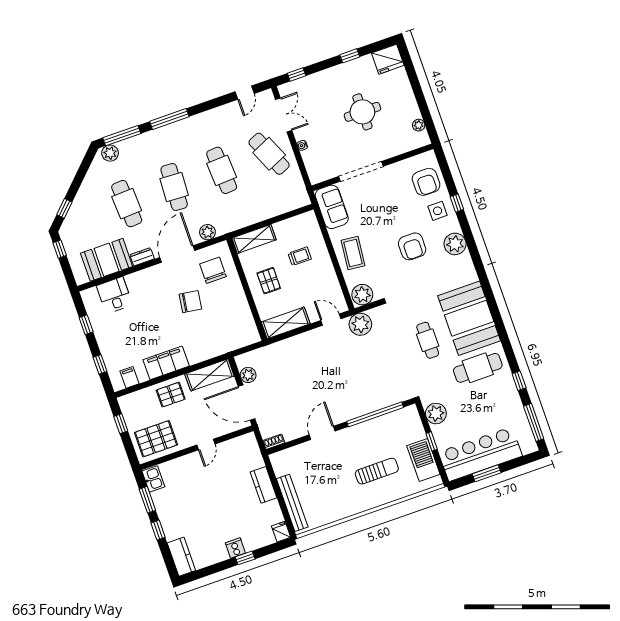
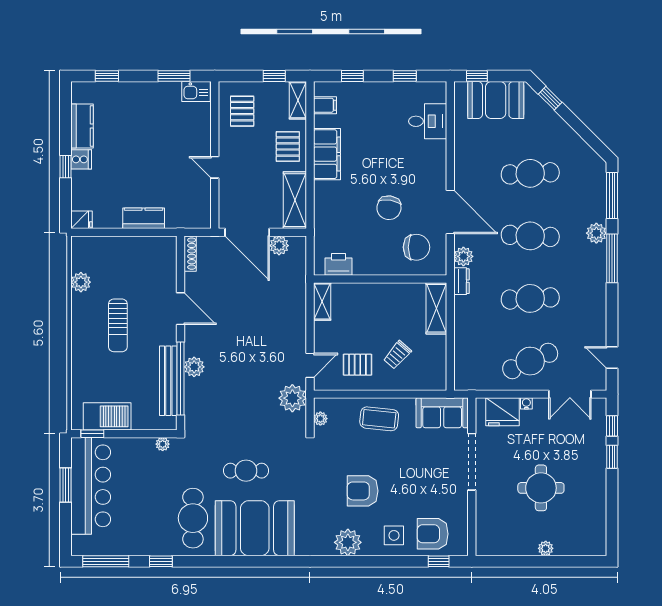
window: (350, 56) -> (612, 457), moved
fridge: (388, 59) -> (503, 412), moved, turned -90
plant: (419, 125) -> (546, 548), moved
plant: (110, 153) -> (596, 233), moved
window: (457, 203) -> (439, 561), moved
window: (60, 249) -> (477, 76), moved
trolley: (300, 256) -> (397, 355), turned 41
dresser: (142, 257) -> (461, 281), moved
booth: (107, 260) -> (496, 100), moved, turned 90
pallet: (269, 281) -> (357, 365), moved
plant: (362, 295) -> (320, 419), width x0.53, depth x0.53
shelving: (286, 323) -> (322, 301), width x0.67, depth x0.75
printer: (247, 325) -> (338, 264), added
shelving: (133, 399) -> (298, 100), added
door: (247, 403) -> (247, 232), swing flipped
plant: (363, 407) -> (194, 367), added
plant: (436, 414) -> (163, 444), width x0.53, depth x0.53
pallet: (156, 439) -> (242, 111), width x0.67, depth x0.71
window: (432, 441) -> (92, 434), moved
shoe rack: (274, 442) -> (190, 254), width x1.43
sun lounger: (377, 471) -> (118, 325), moved
bench: (292, 503) -> (168, 381), moved, turned 90
plant: (329, 516) -> (81, 282), added
window: (158, 530) -> (107, 76), moved
kitchen counter: (181, 557) -> (82, 126), moved, turned -90

